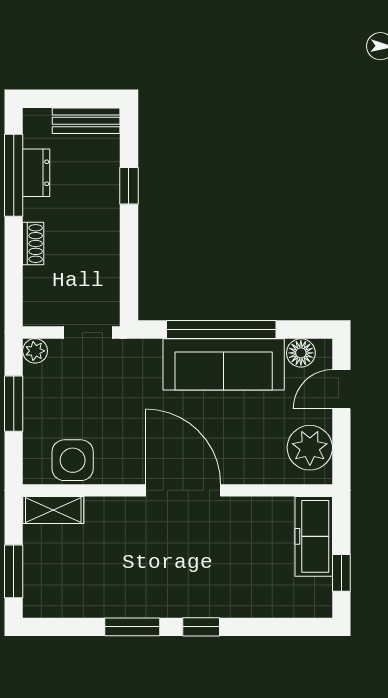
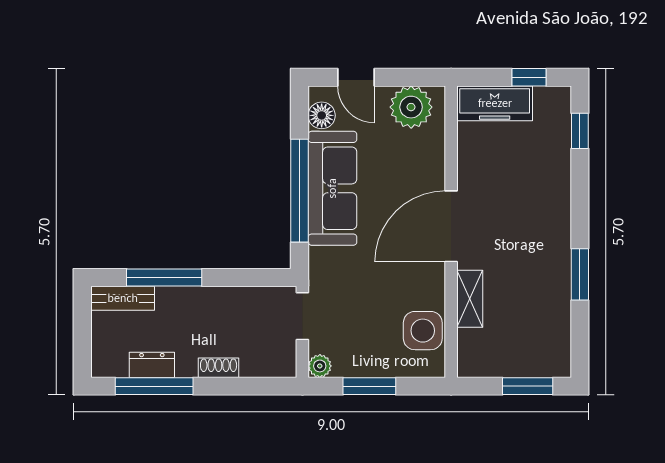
bench: (86, 121) -> (123, 298), moved, turned 90
window: (129, 186) -> (164, 277), width x2.17
shelving: (53, 510) -> (470, 299), moved
window: (201, 627) -> (580, 131), moved

